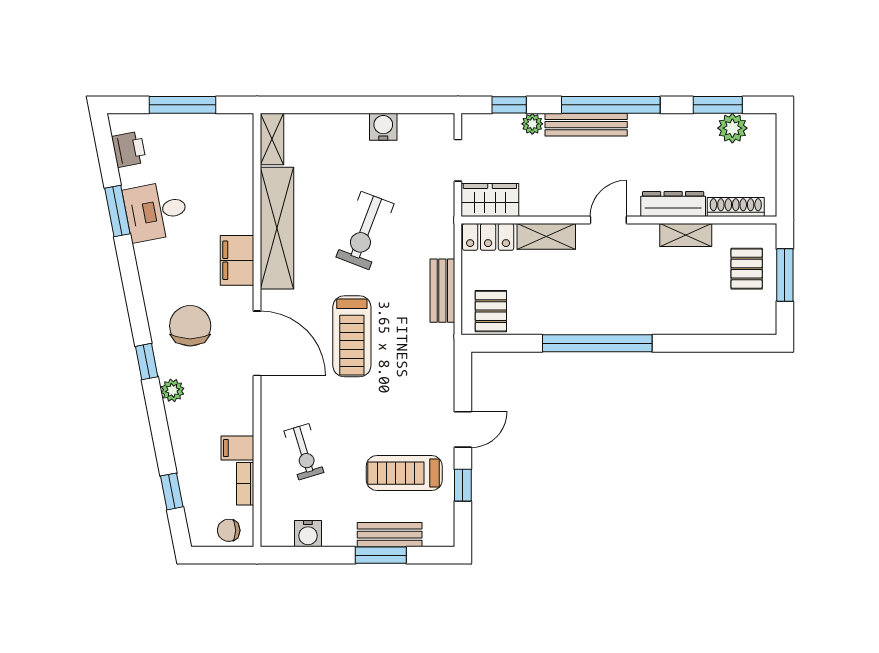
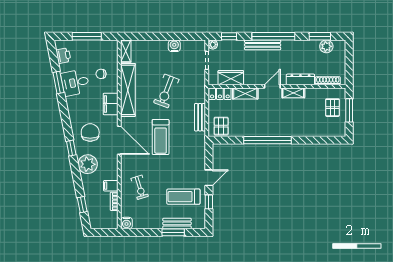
plant: (532, 124) -> (213, 45), moved
wardrobe: (490, 200) -> (231, 78), moved
shelving: (686, 235) -> (293, 93), moved
plant: (173, 390) -> (88, 164), width x1.88, depth x1.88
chair: (229, 530) -> (101, 74), moved
water cooler: (308, 534) -> (126, 223), moved

